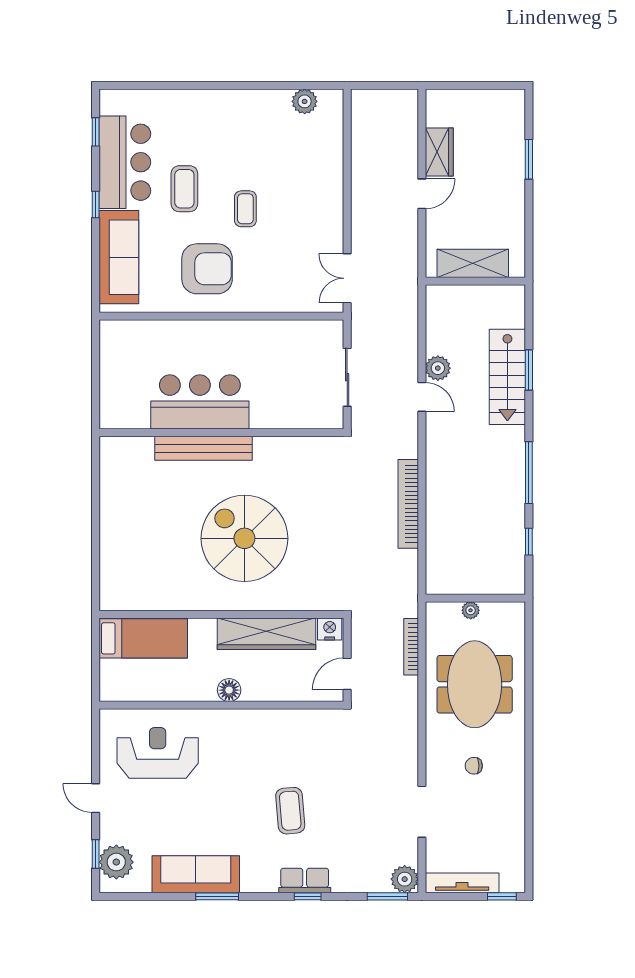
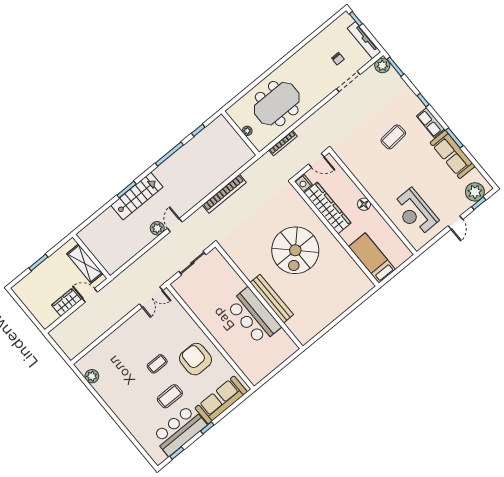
shelving: (473, 263) -> (85, 264), moved
wall: (475, 281) -> (91, 256), moved
chair: (474, 766) -> (338, 59), moved
row of seats: (305, 880) -> (430, 123), moved

